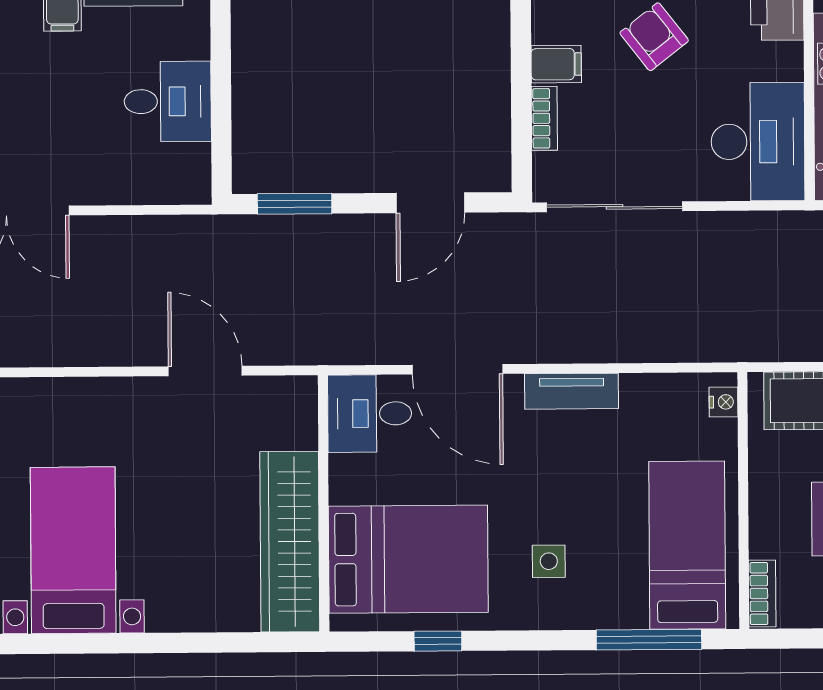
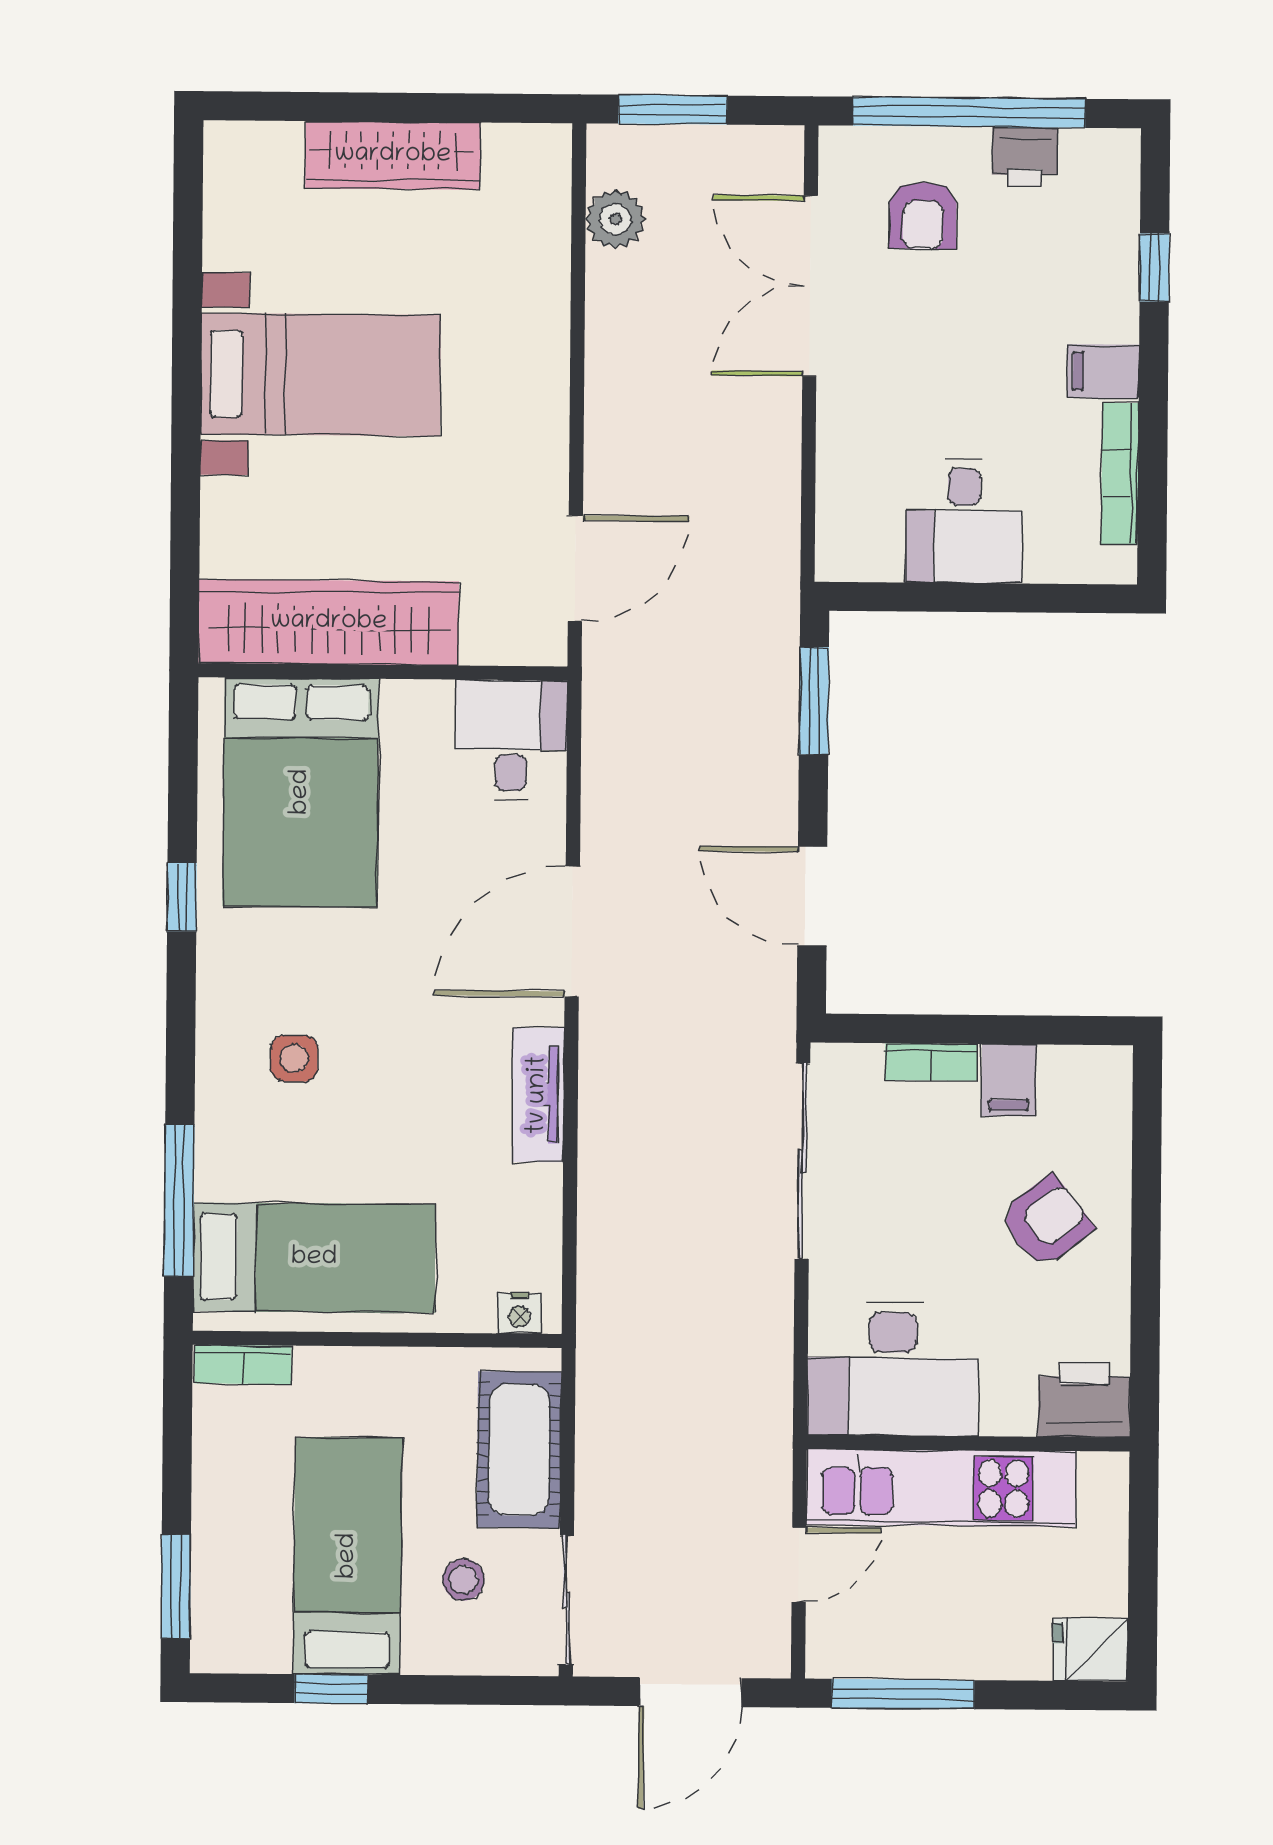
desk: (370, 414) -> (511, 740), moved
wall: (324, 503) -> (383, 672), moved
wardrobe: (290, 542) -> (329, 622), moved
bed: (408, 559) -> (301, 792), moved

